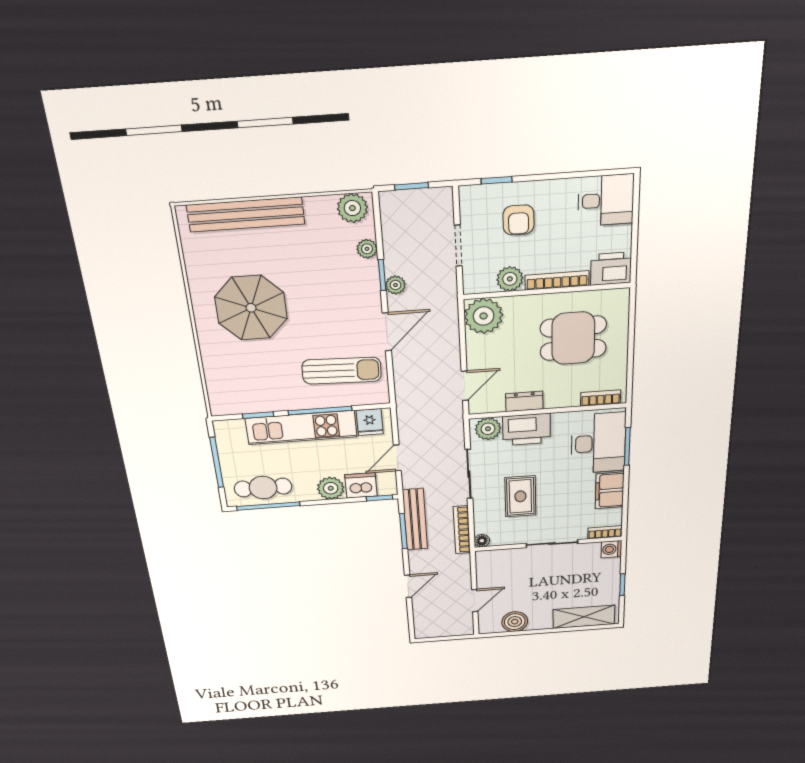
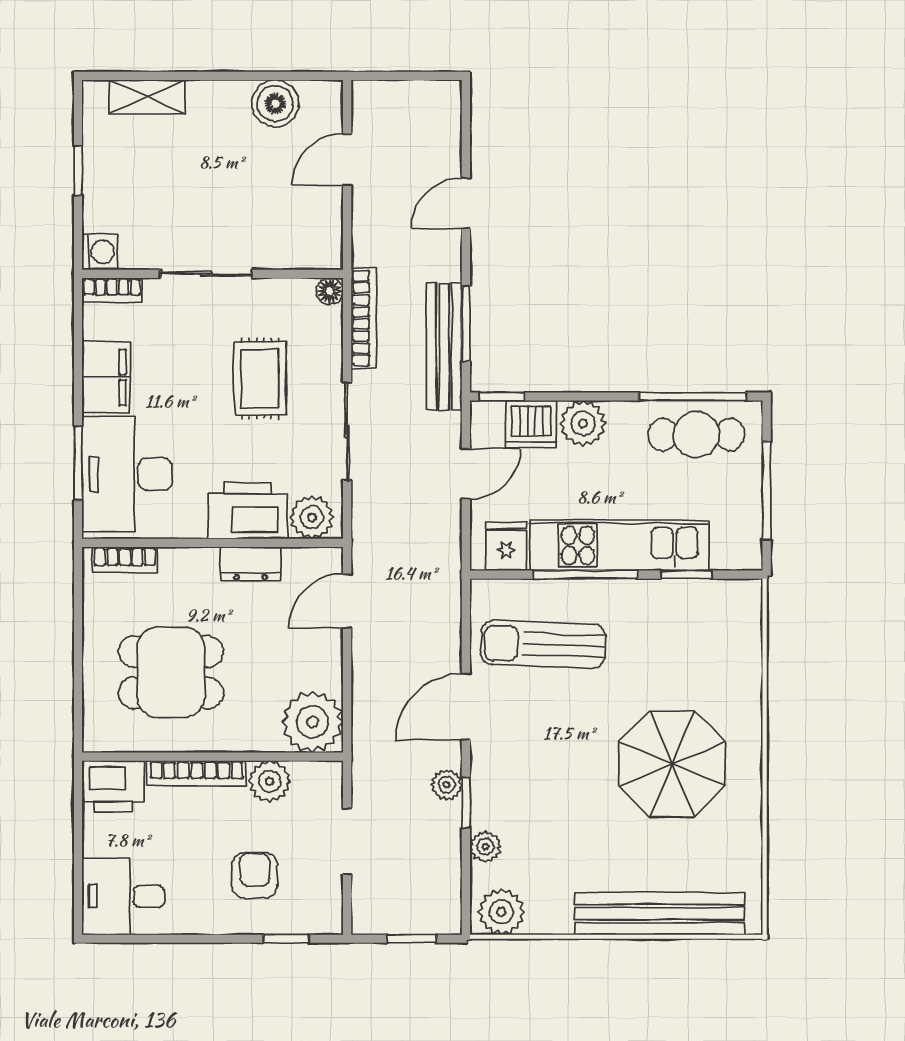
shelving: (584, 617) -> (147, 97), width x0.67, depth x0.75

